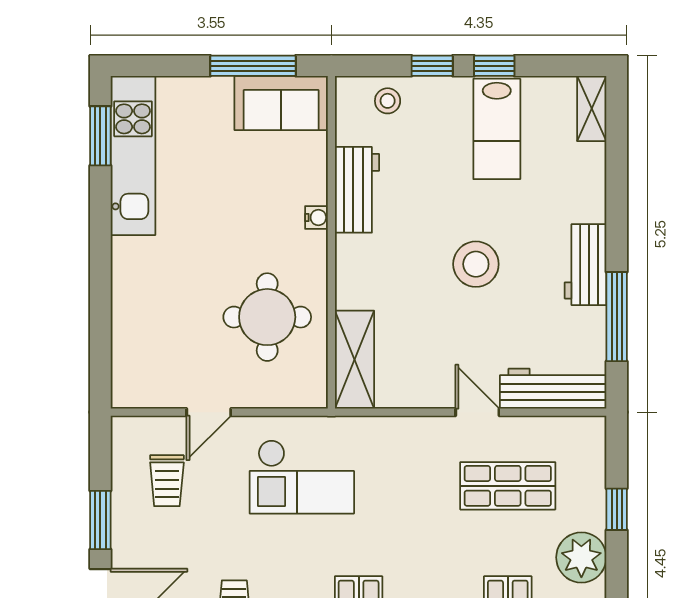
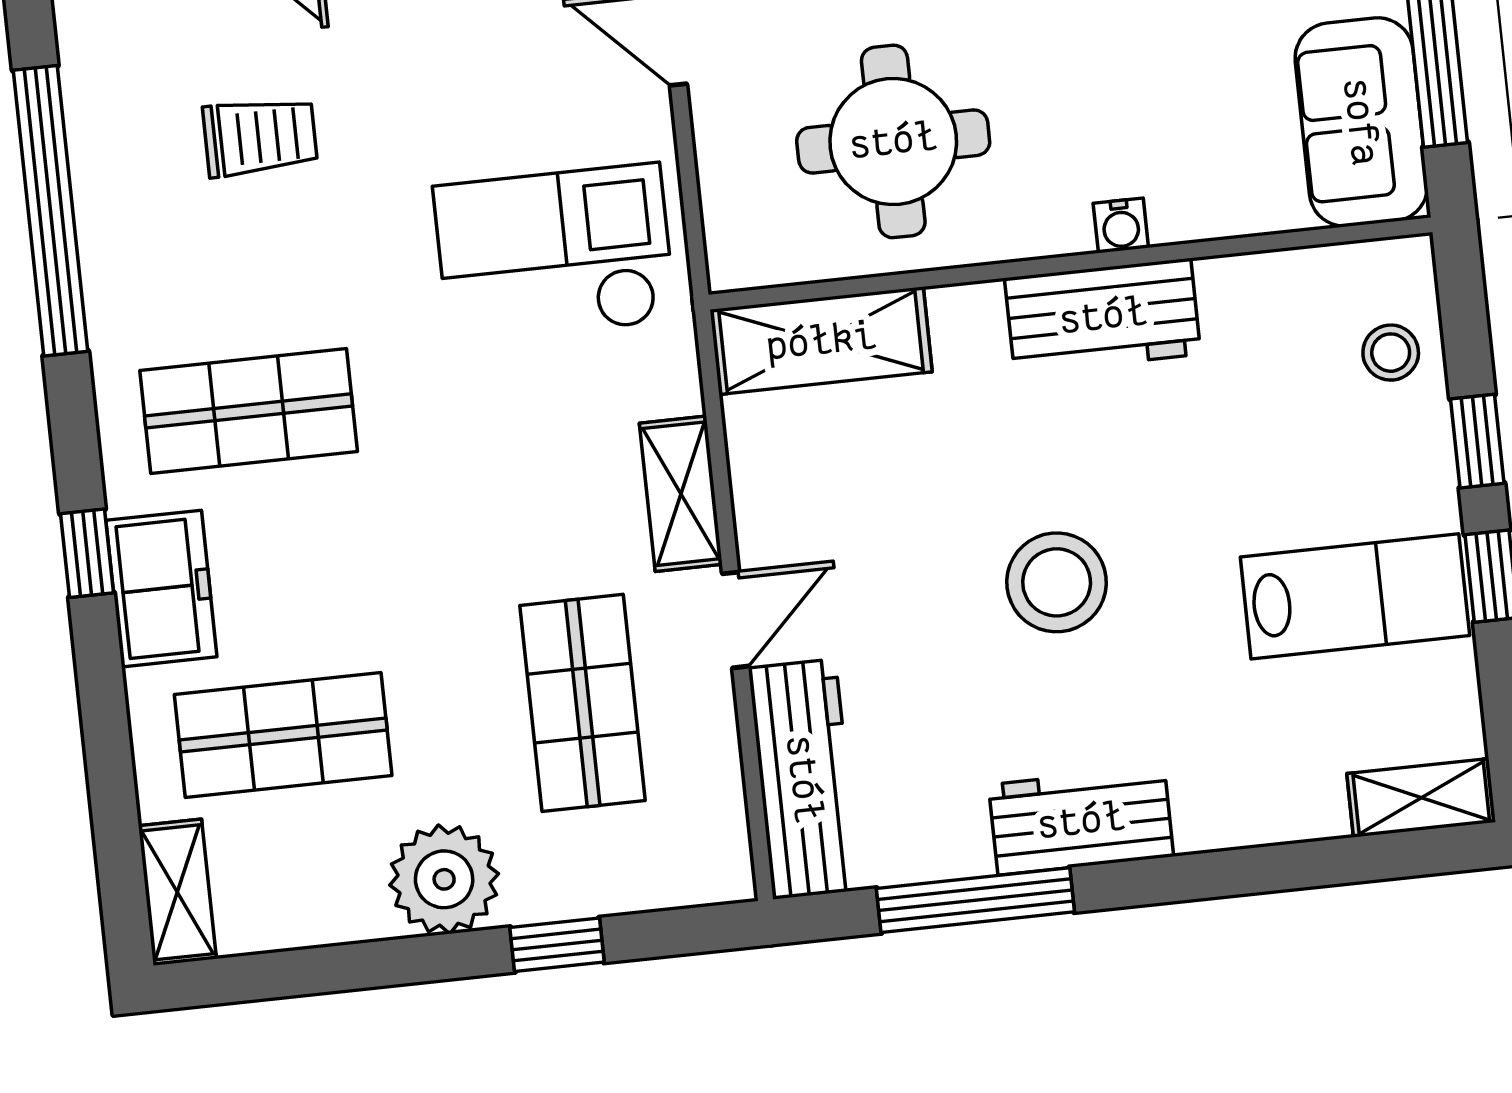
lab bench: (497, 129) -> (1355, 596), turned 180
workbench: (357, 190) -> (1103, 316), moved
shelving: (417, 431) -> (681, 494), added
checkout: (302, 477) -> (554, 254), turned 90

